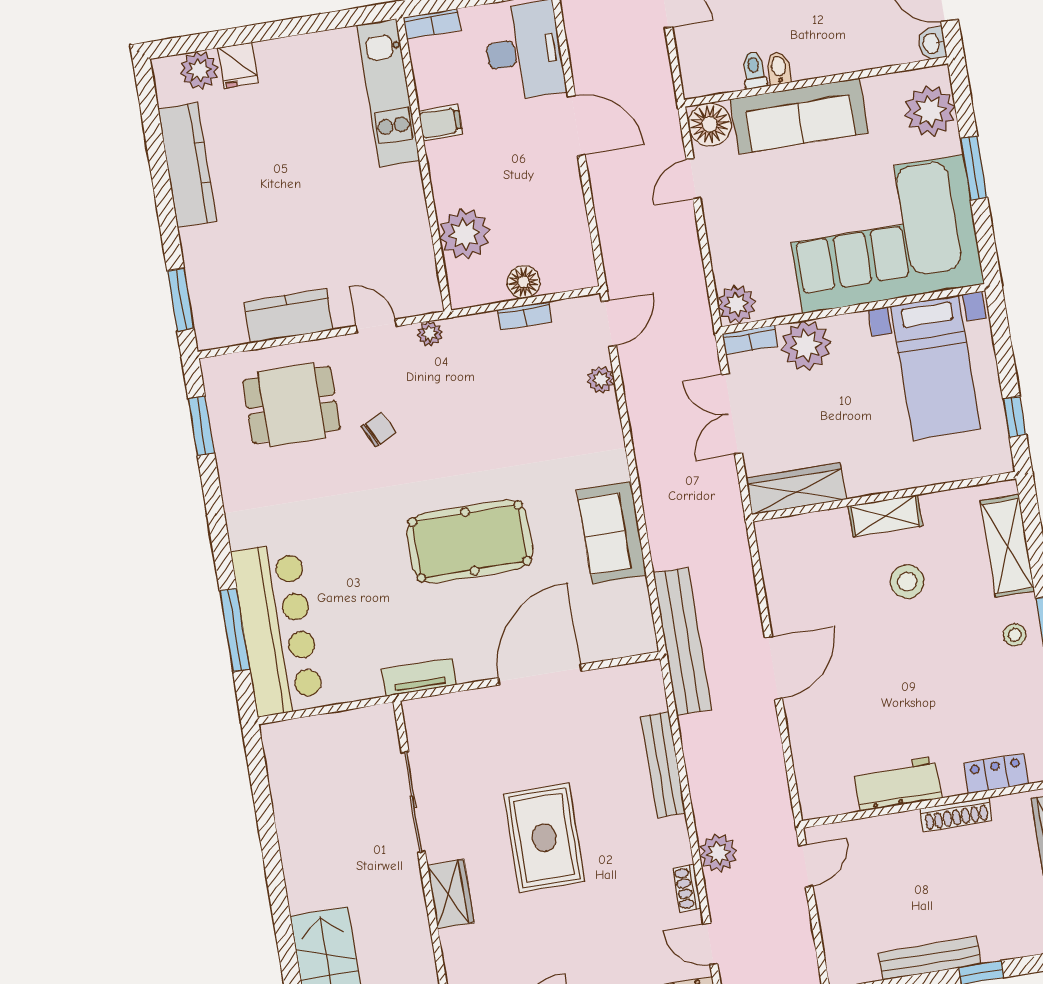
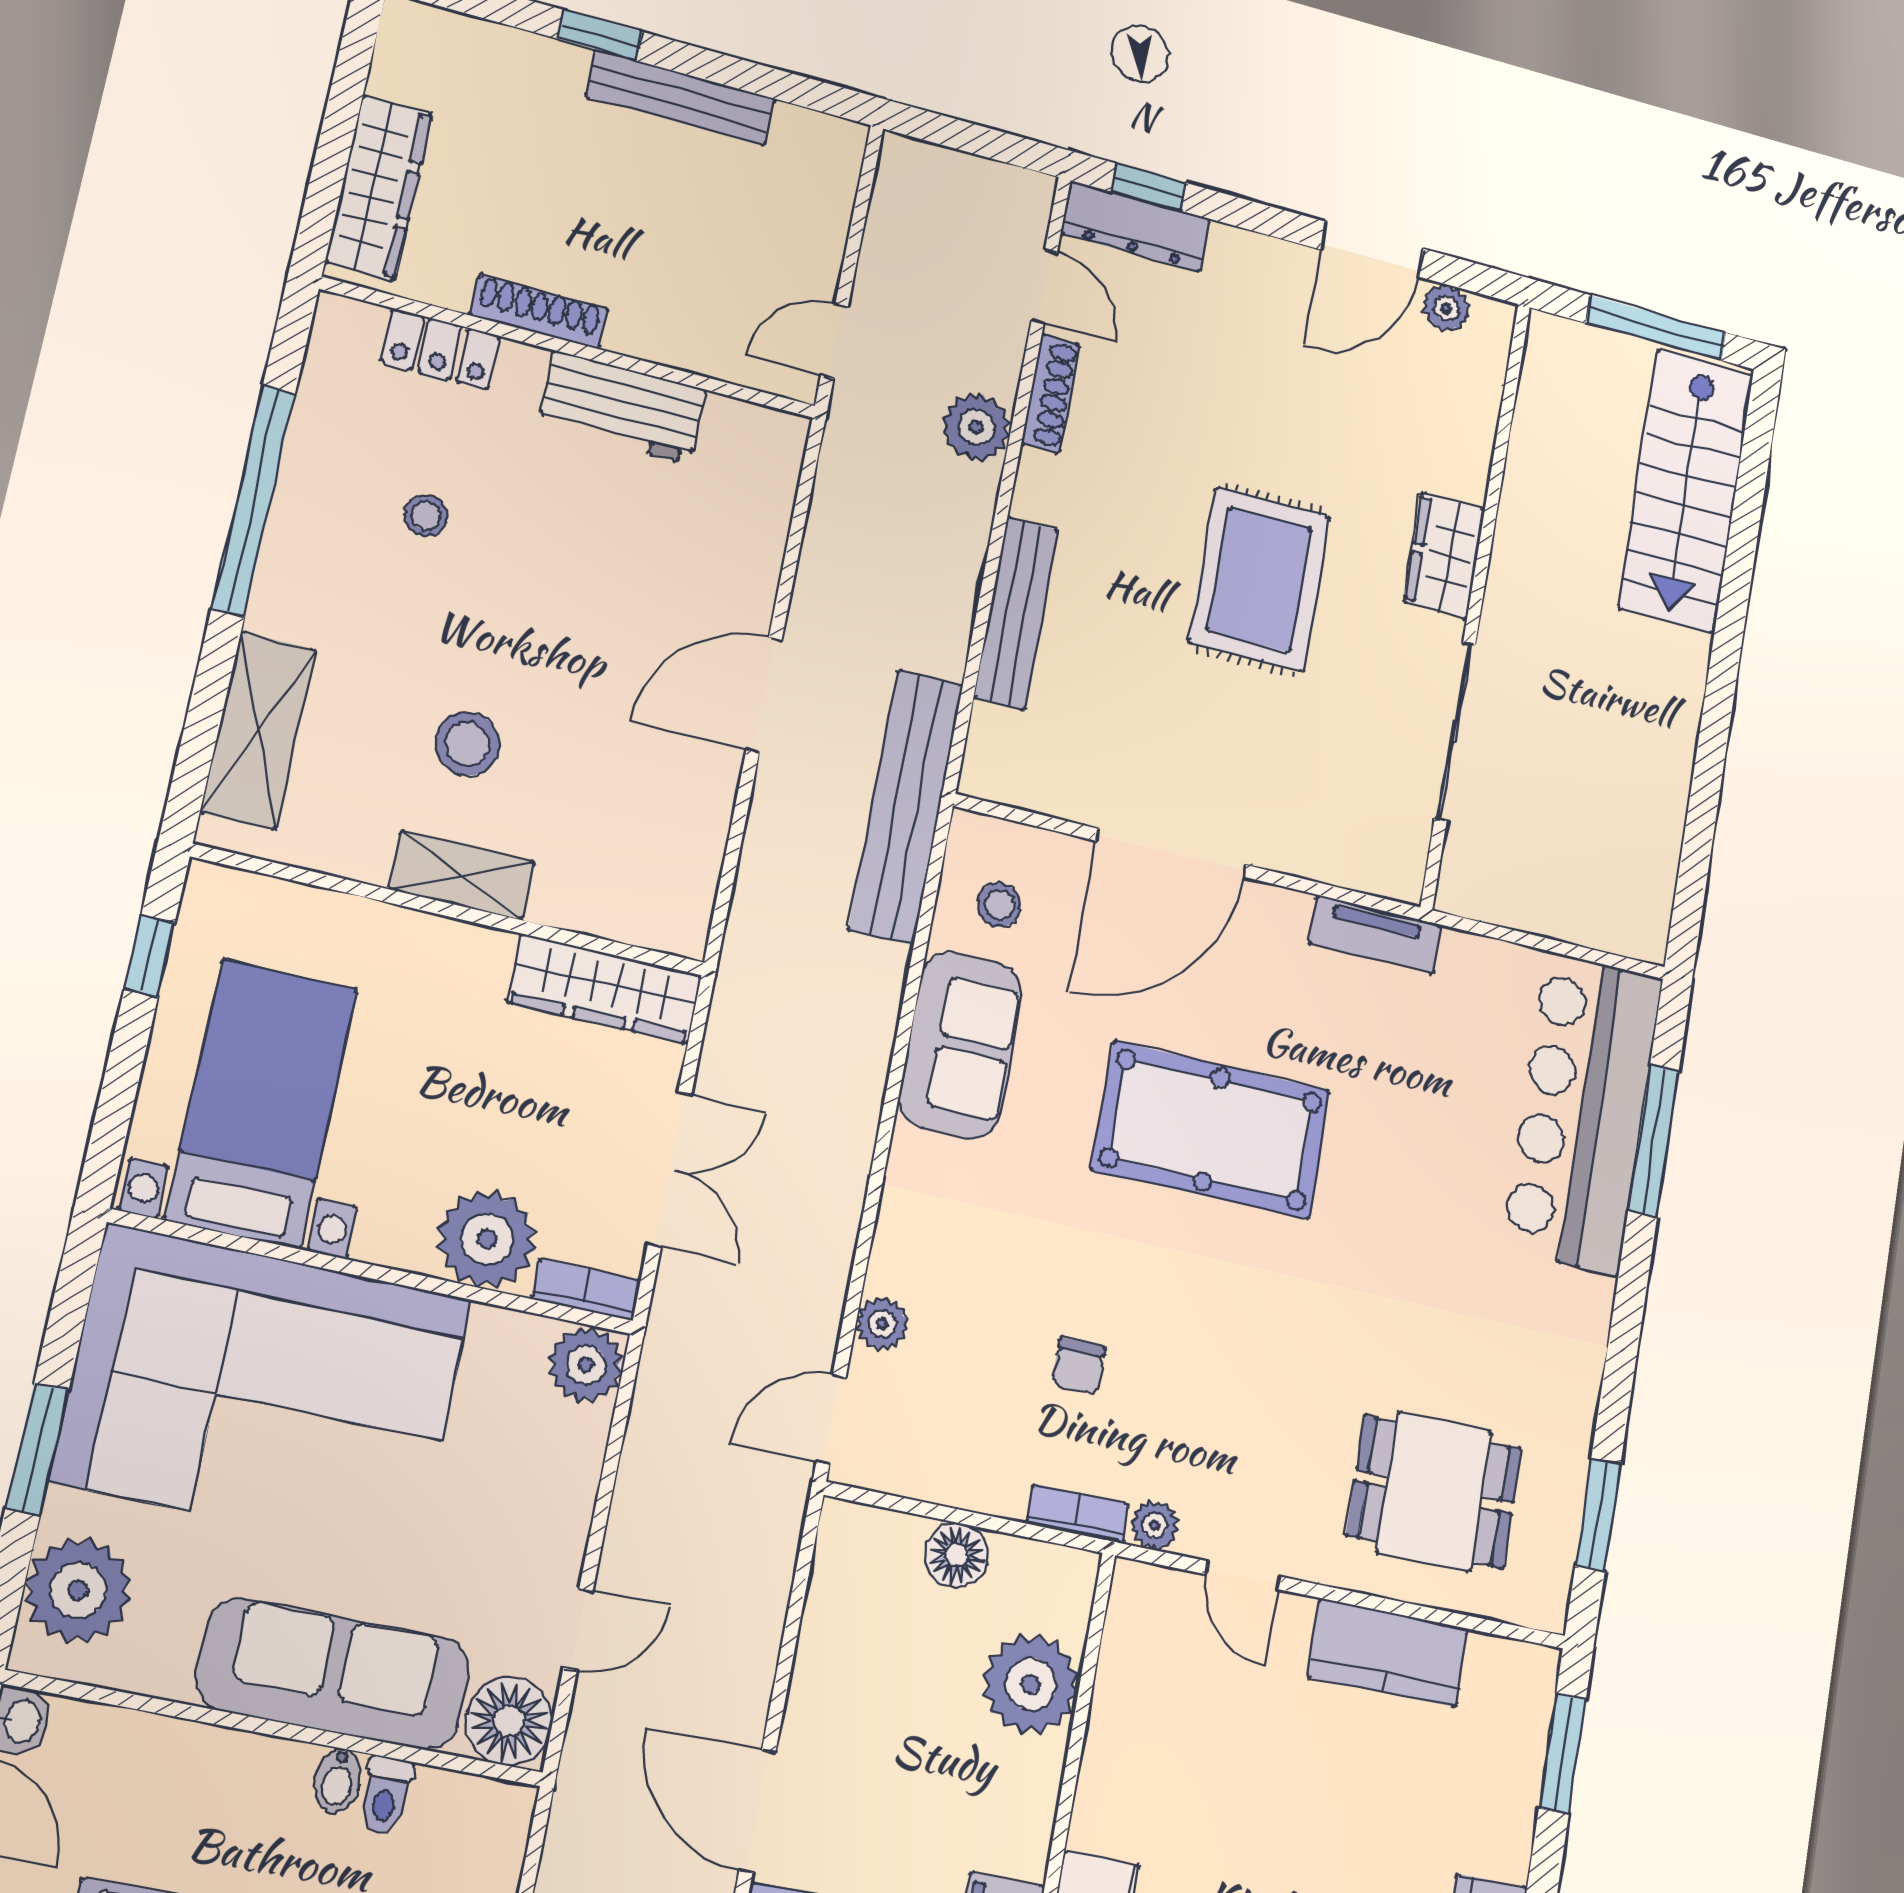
bookcase: (525, 316) -> (1078, 1514), moved
chair: (378, 430) -> (1079, 1366), moved, turned -64
stool: (618, 611) -> (999, 905), added
stool: (1015, 635) -> (426, 516), moved
shoe rack: (687, 888) -> (1050, 393), width x1.43

